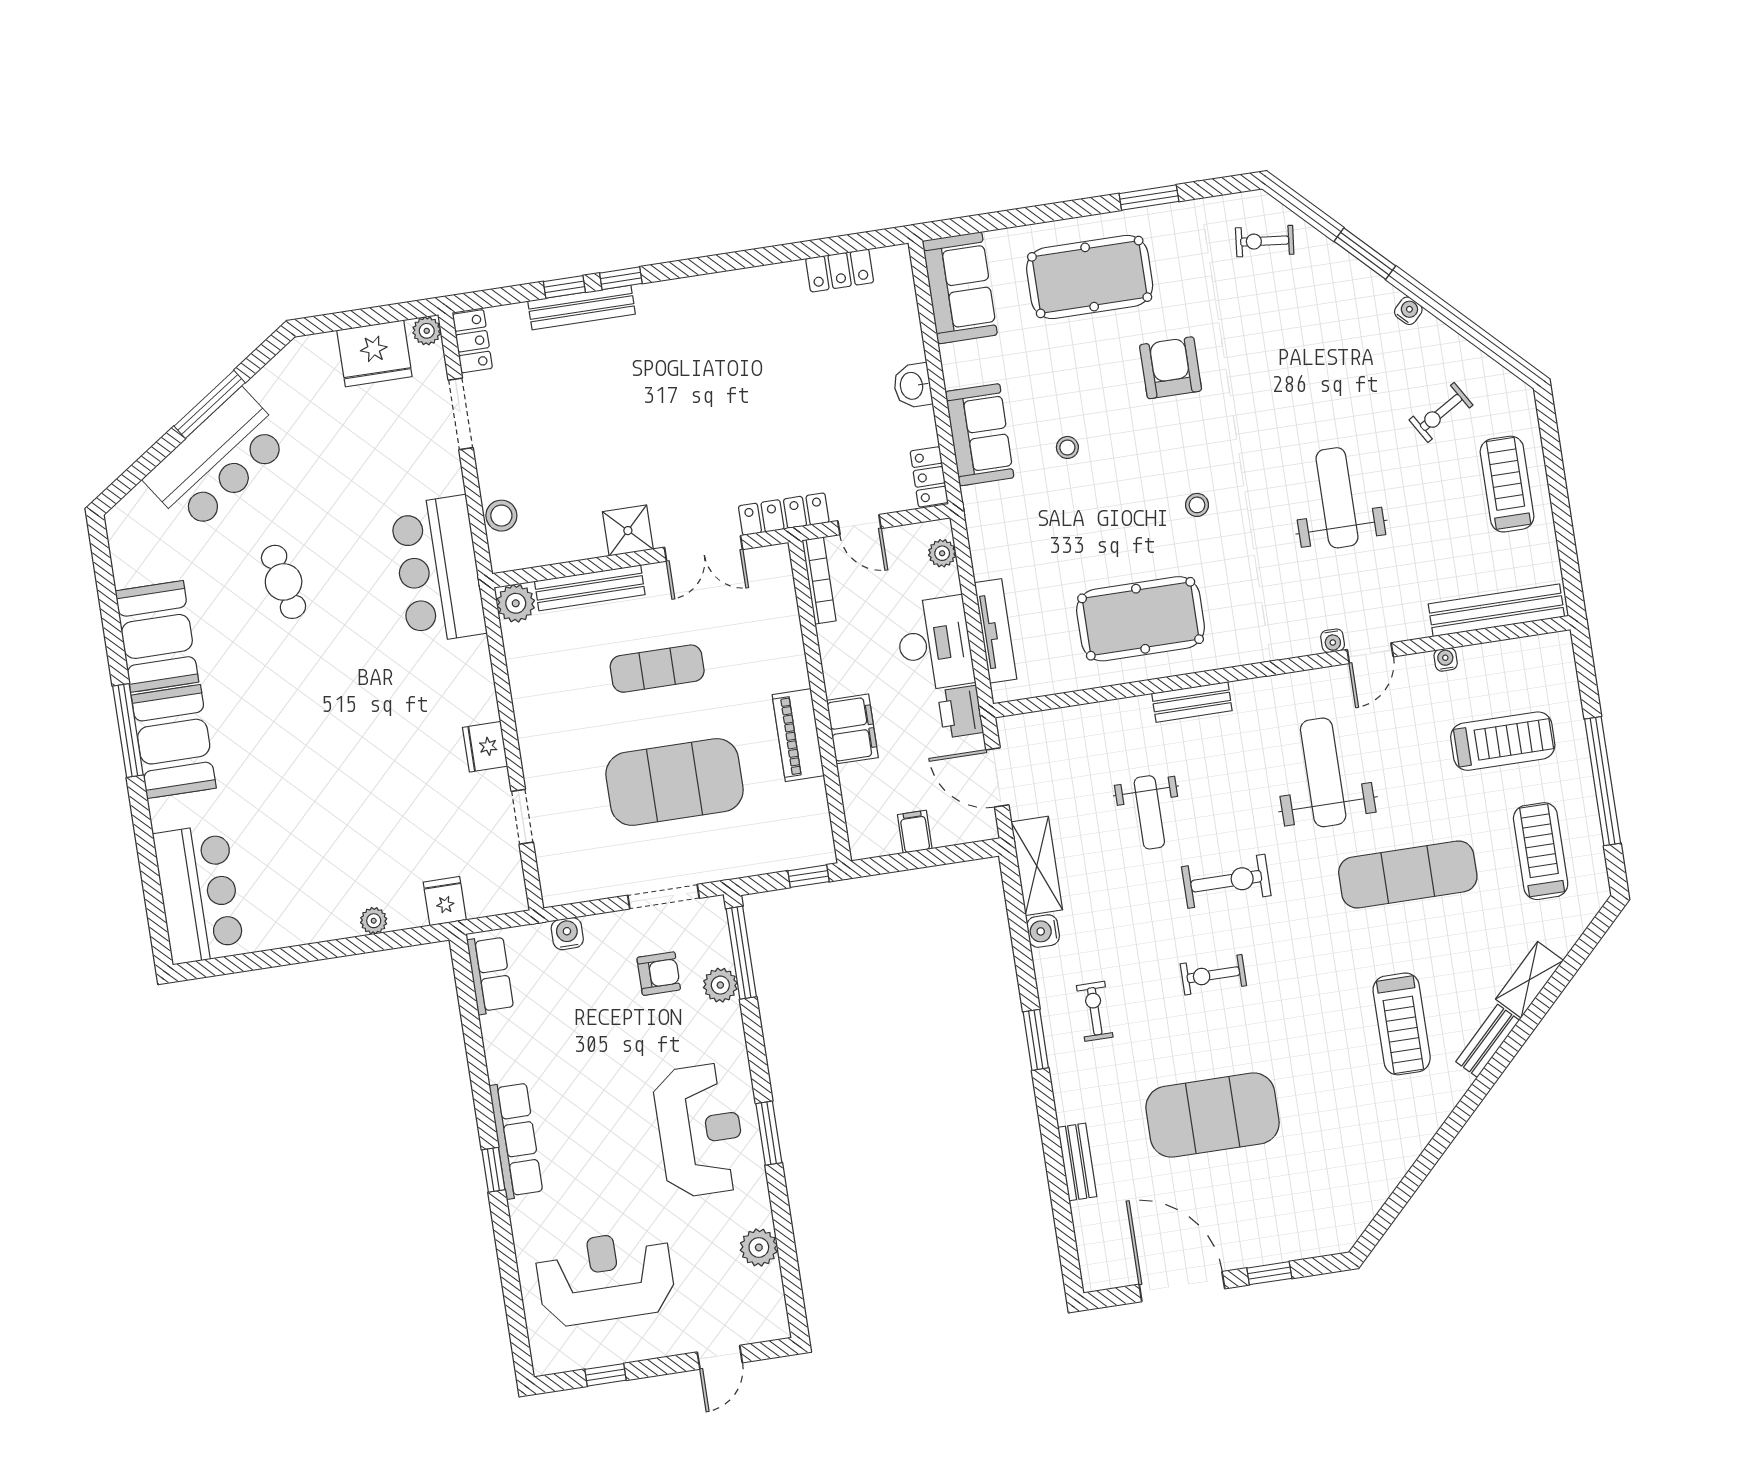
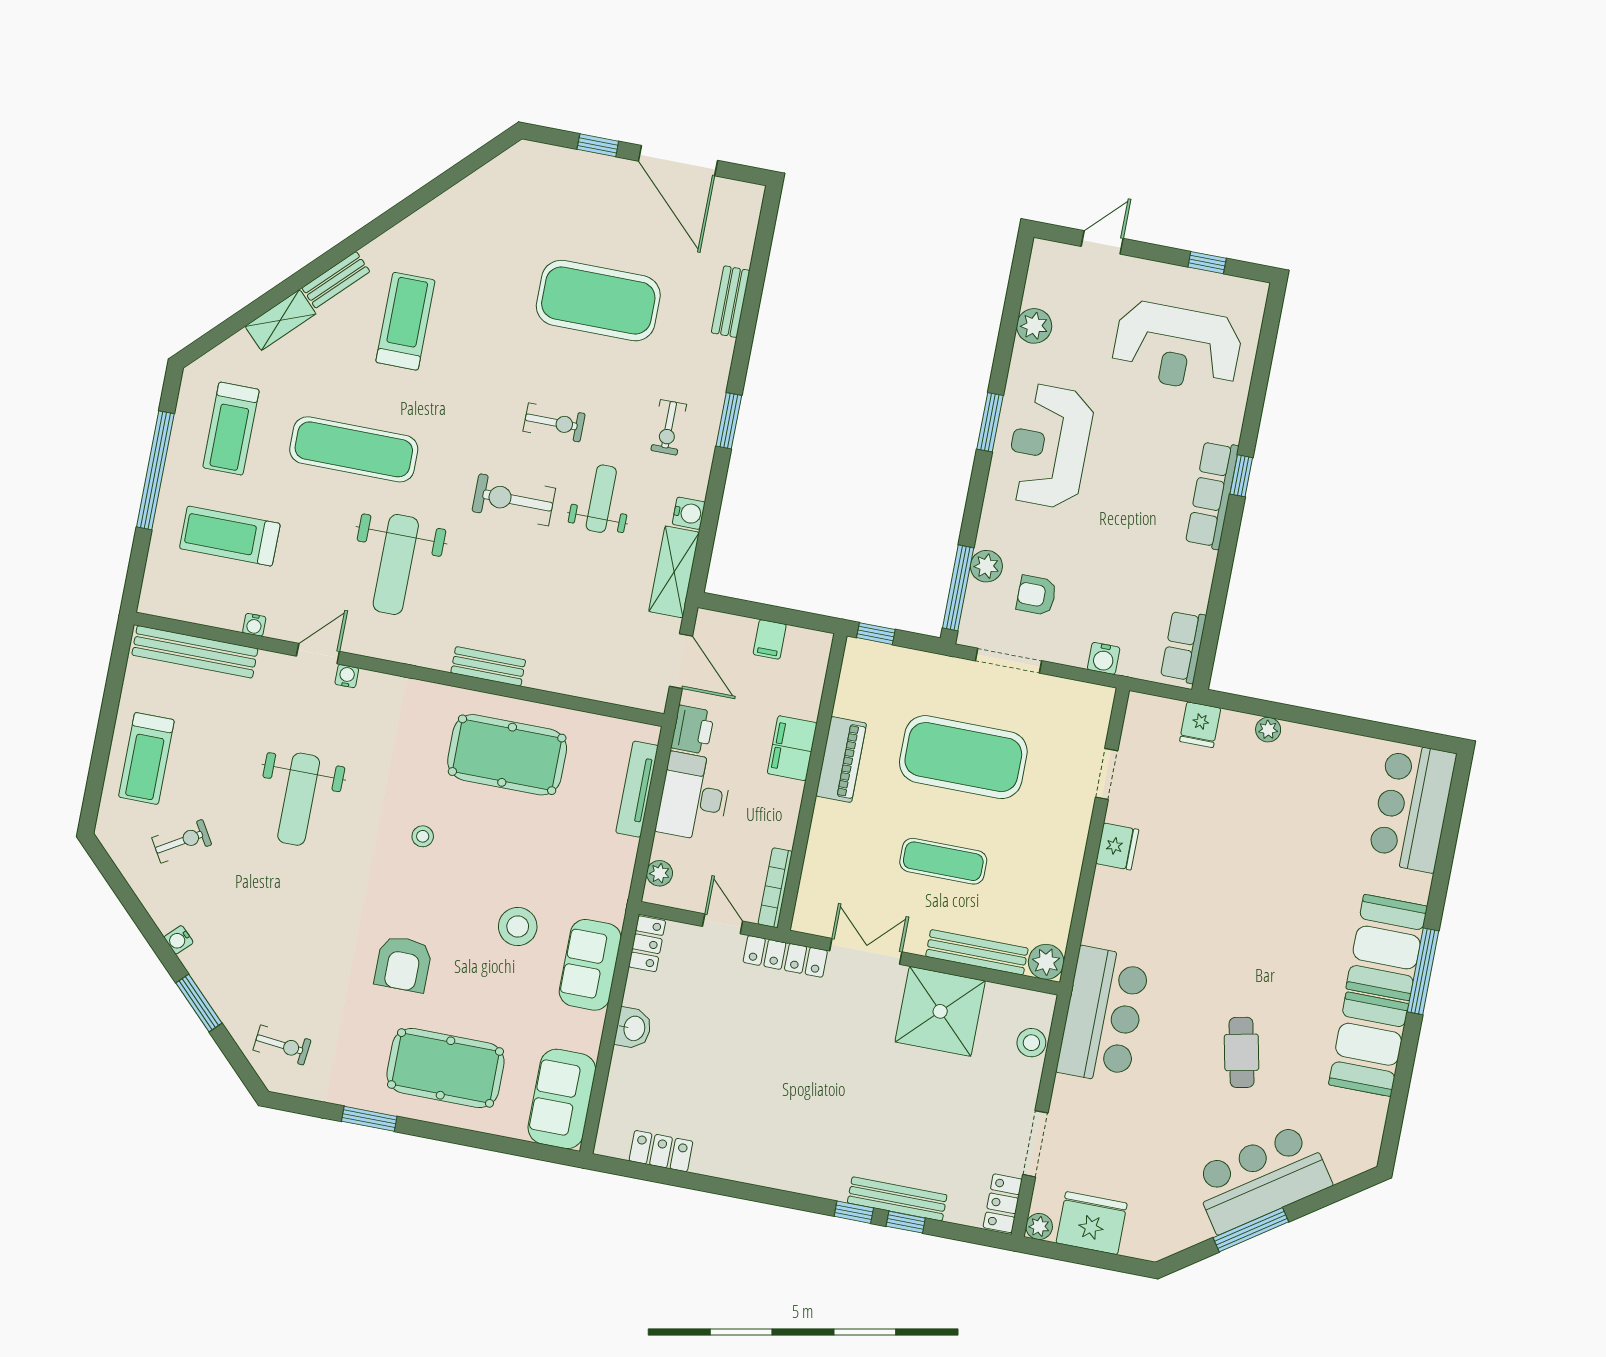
stool: (1067, 447) -> (518, 926), width x1.89, depth x1.89
shower: (628, 531) -> (940, 1011), width x1.86, depth x1.86
weight bench: (1149, 812) -> (601, 499), moved

